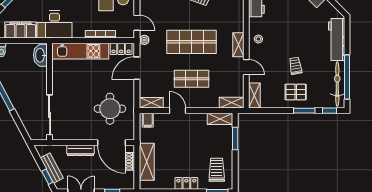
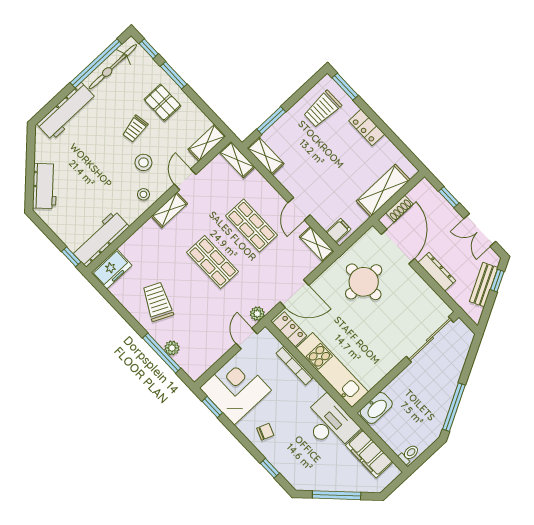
shop shelf: (192, 42) -> (213, 262), width x0.70, depth x0.74
stool: (275, 54) -> (143, 162), added

